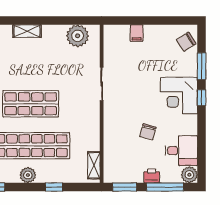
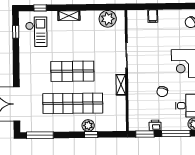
shelving: (94, 165) -> (121, 85), moved
plant: (28, 175) -> (88, 125), moved
printer: (152, 176) -> (155, 125), moved

